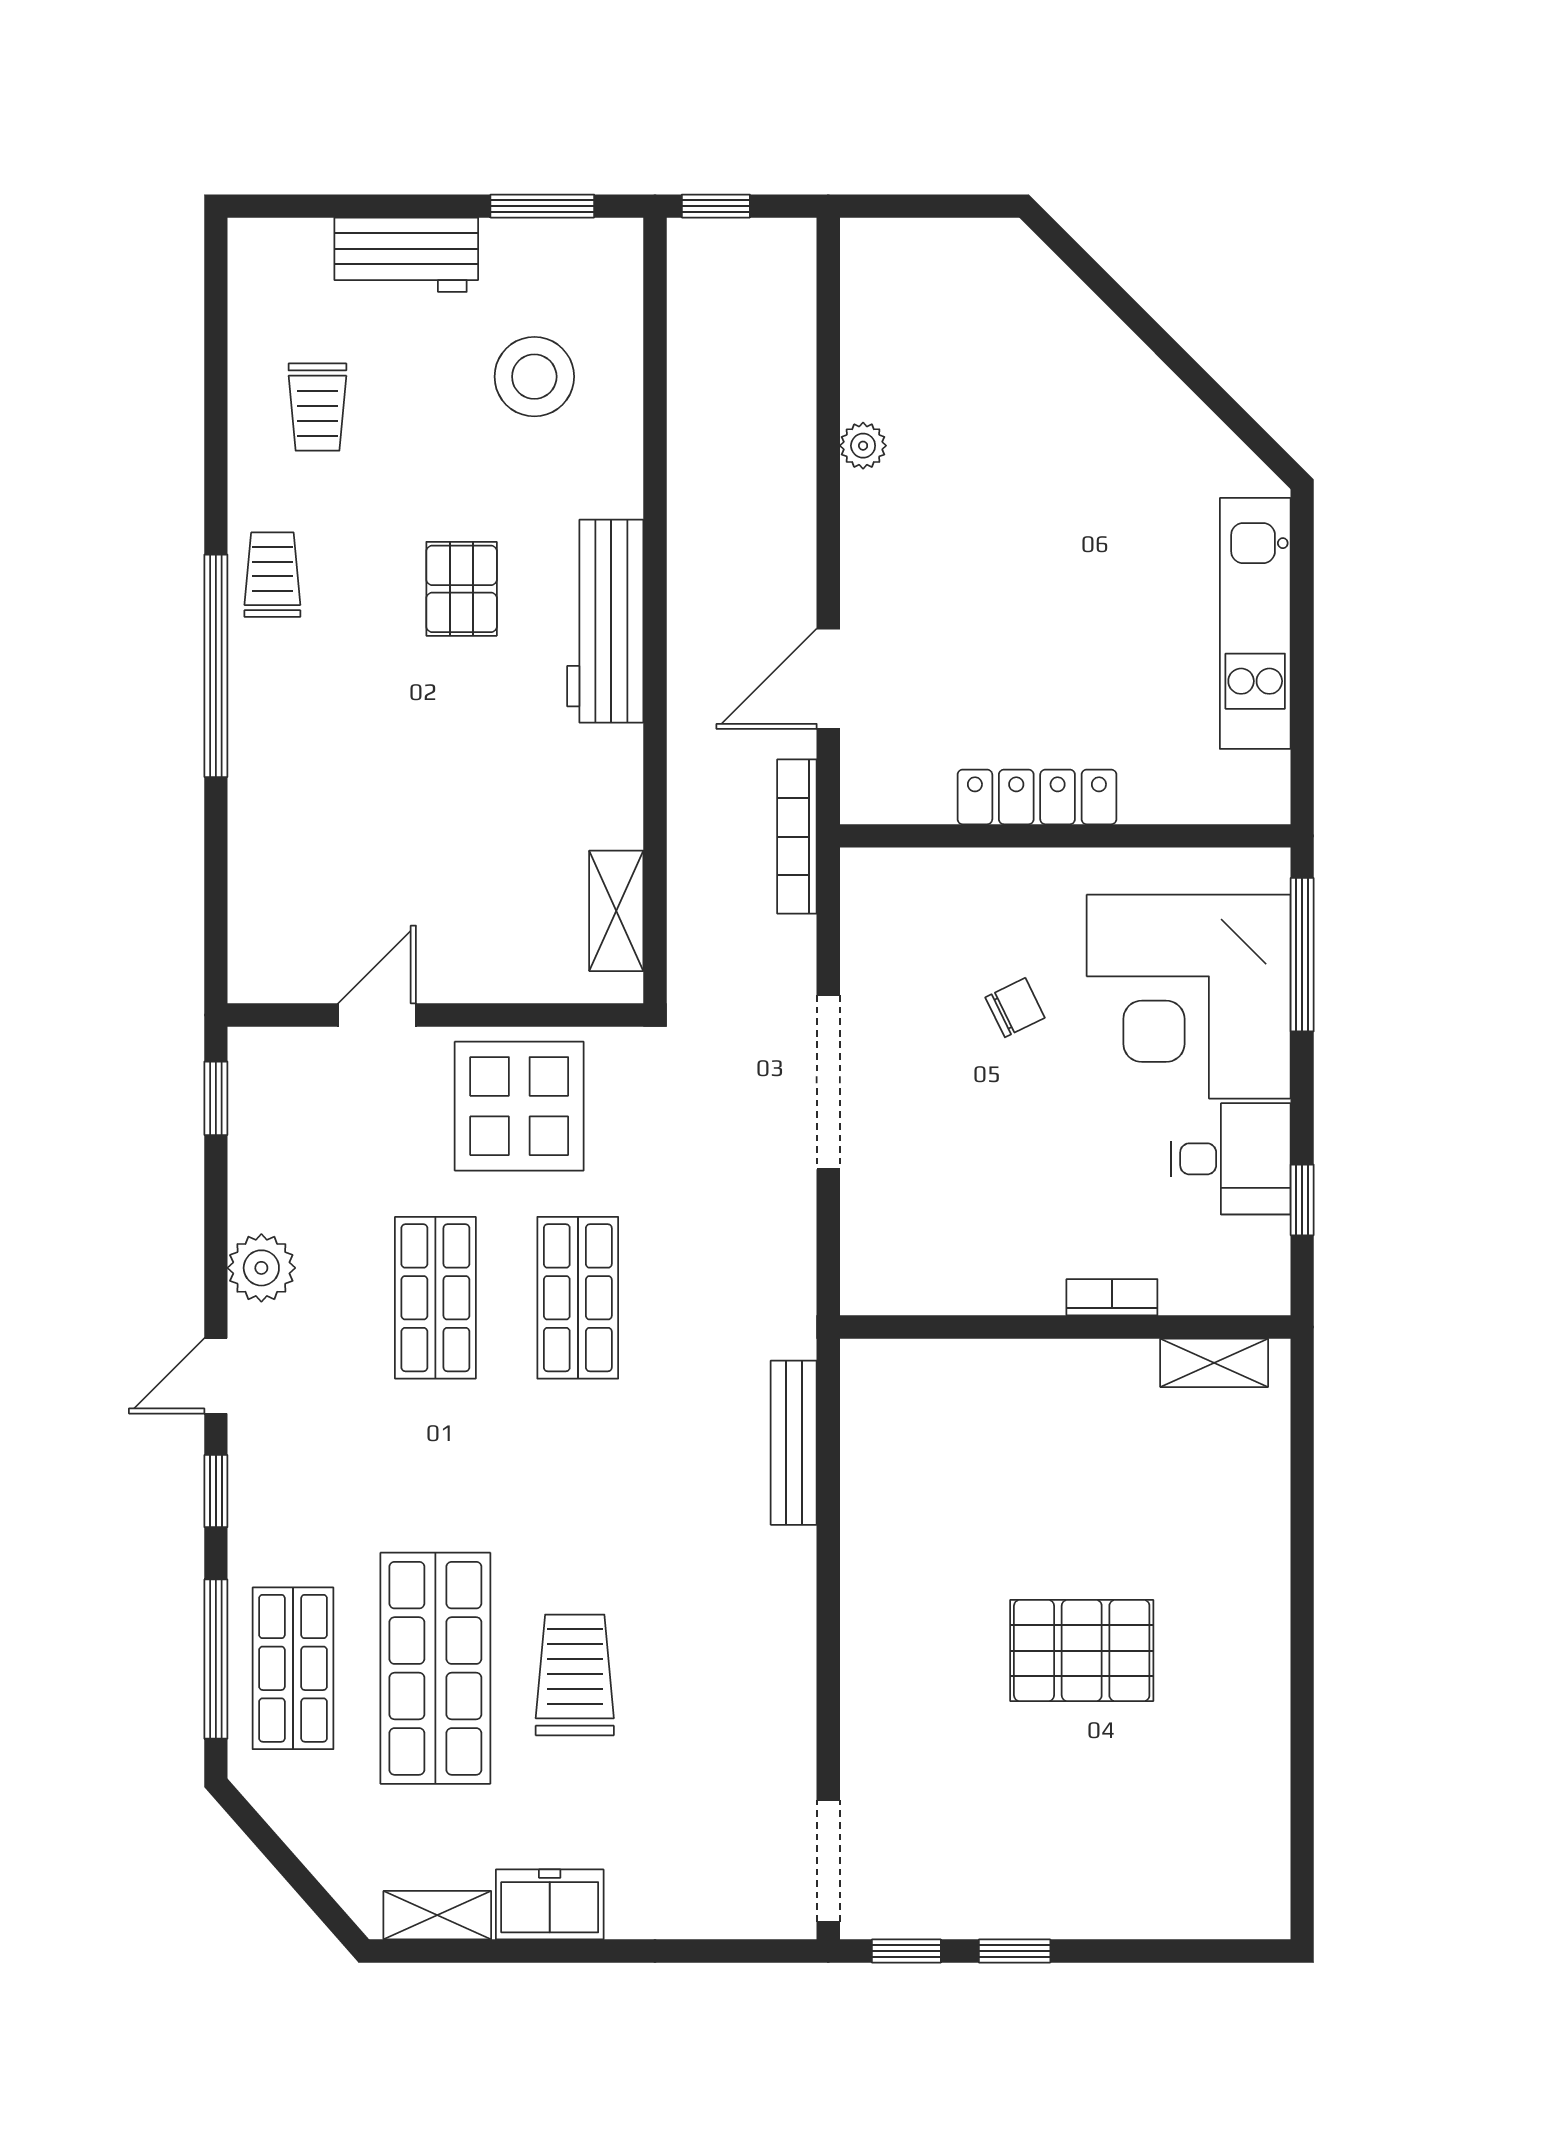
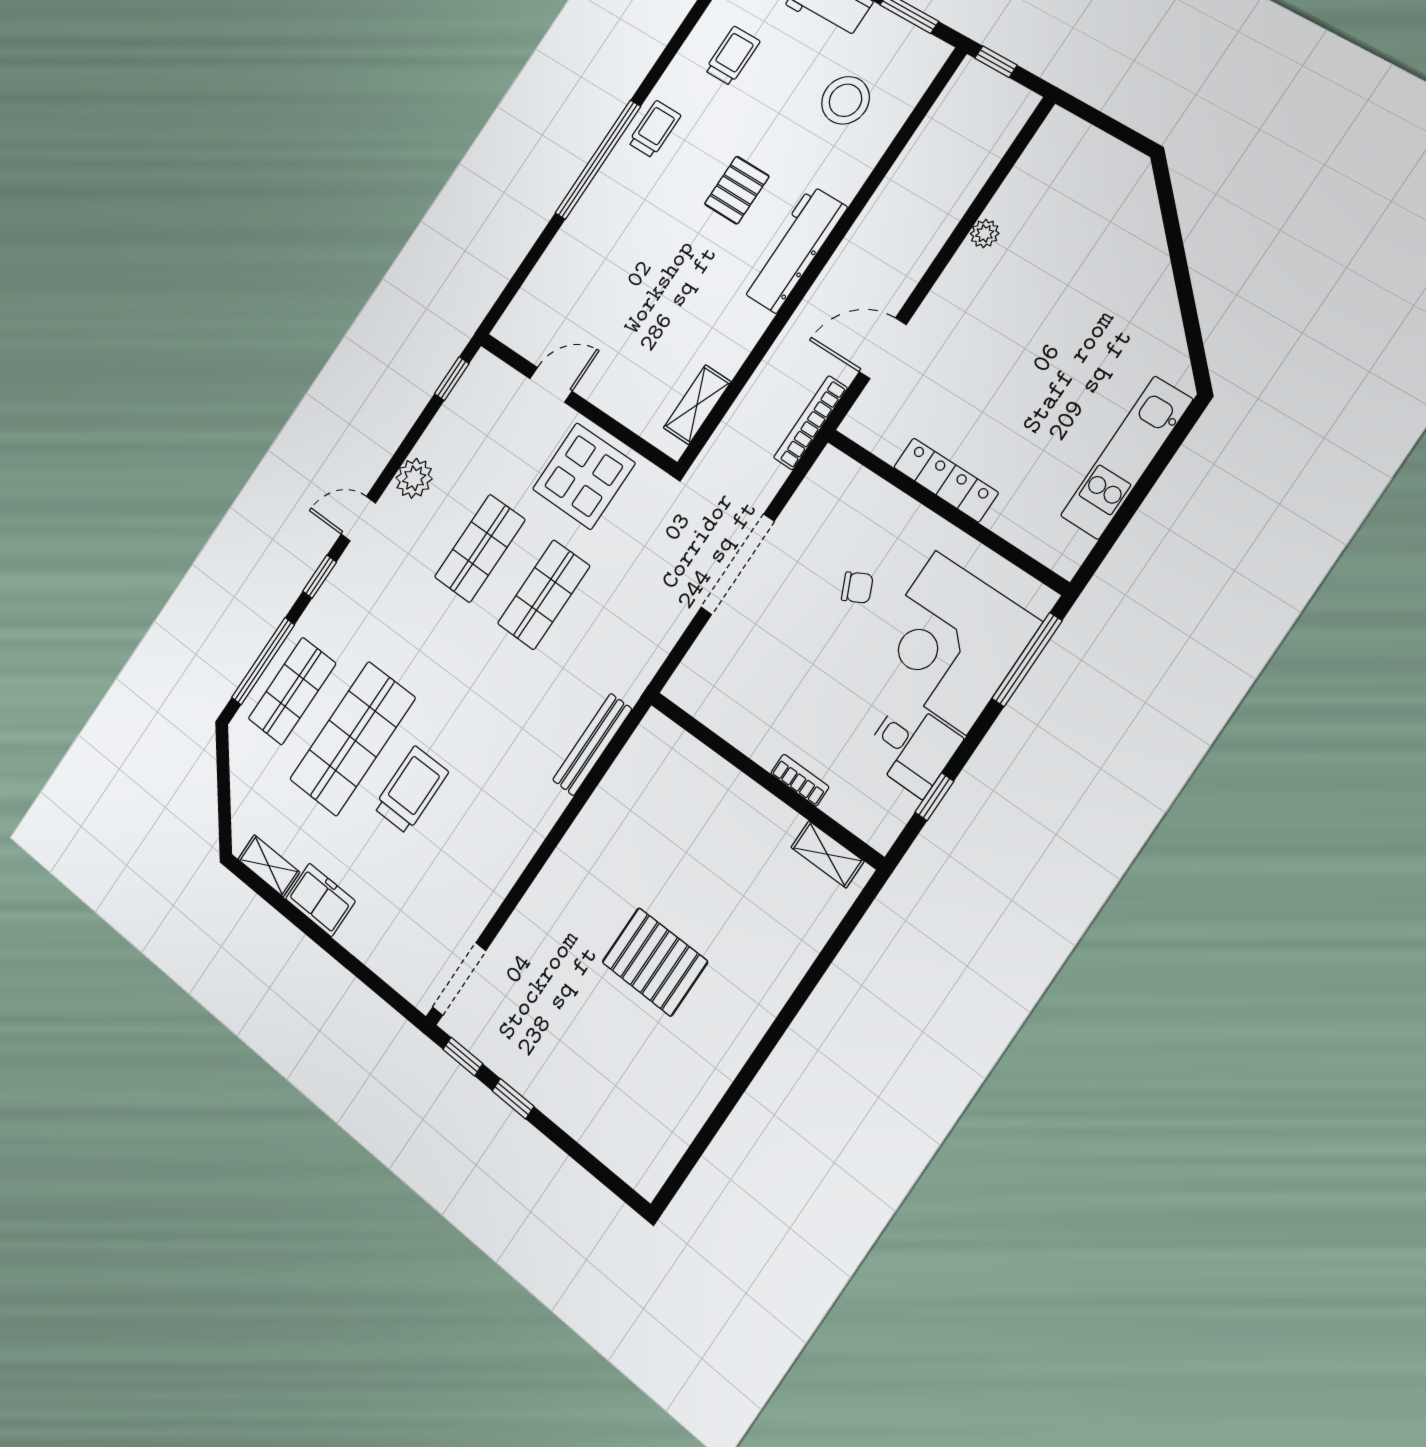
trolley: (317, 407) -> (732, 56), turned 180

